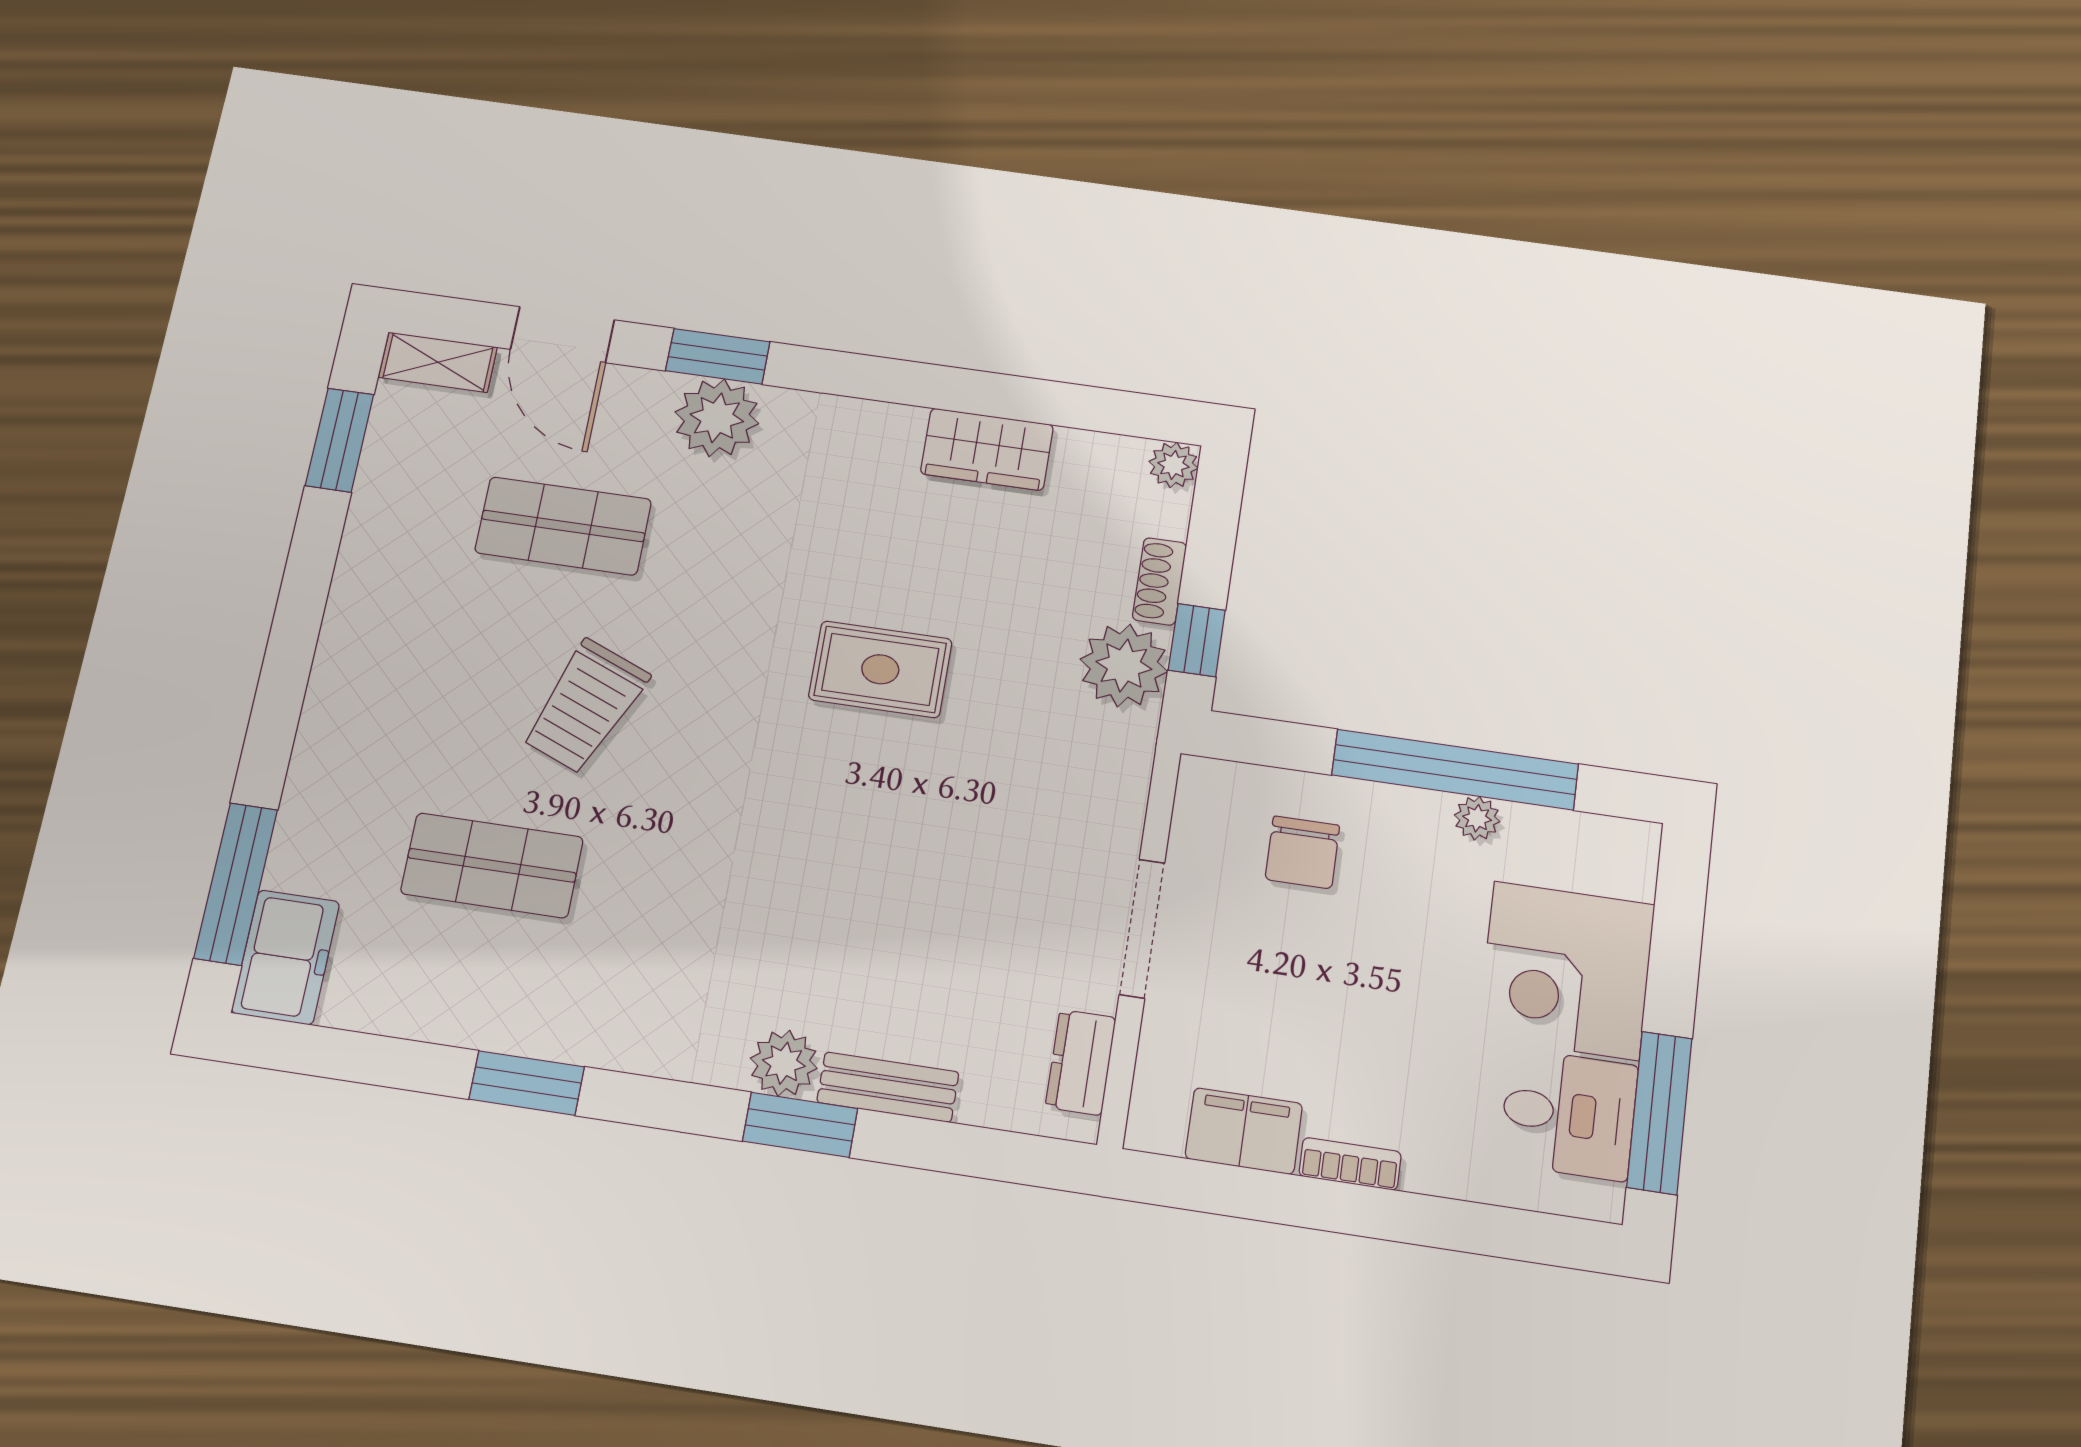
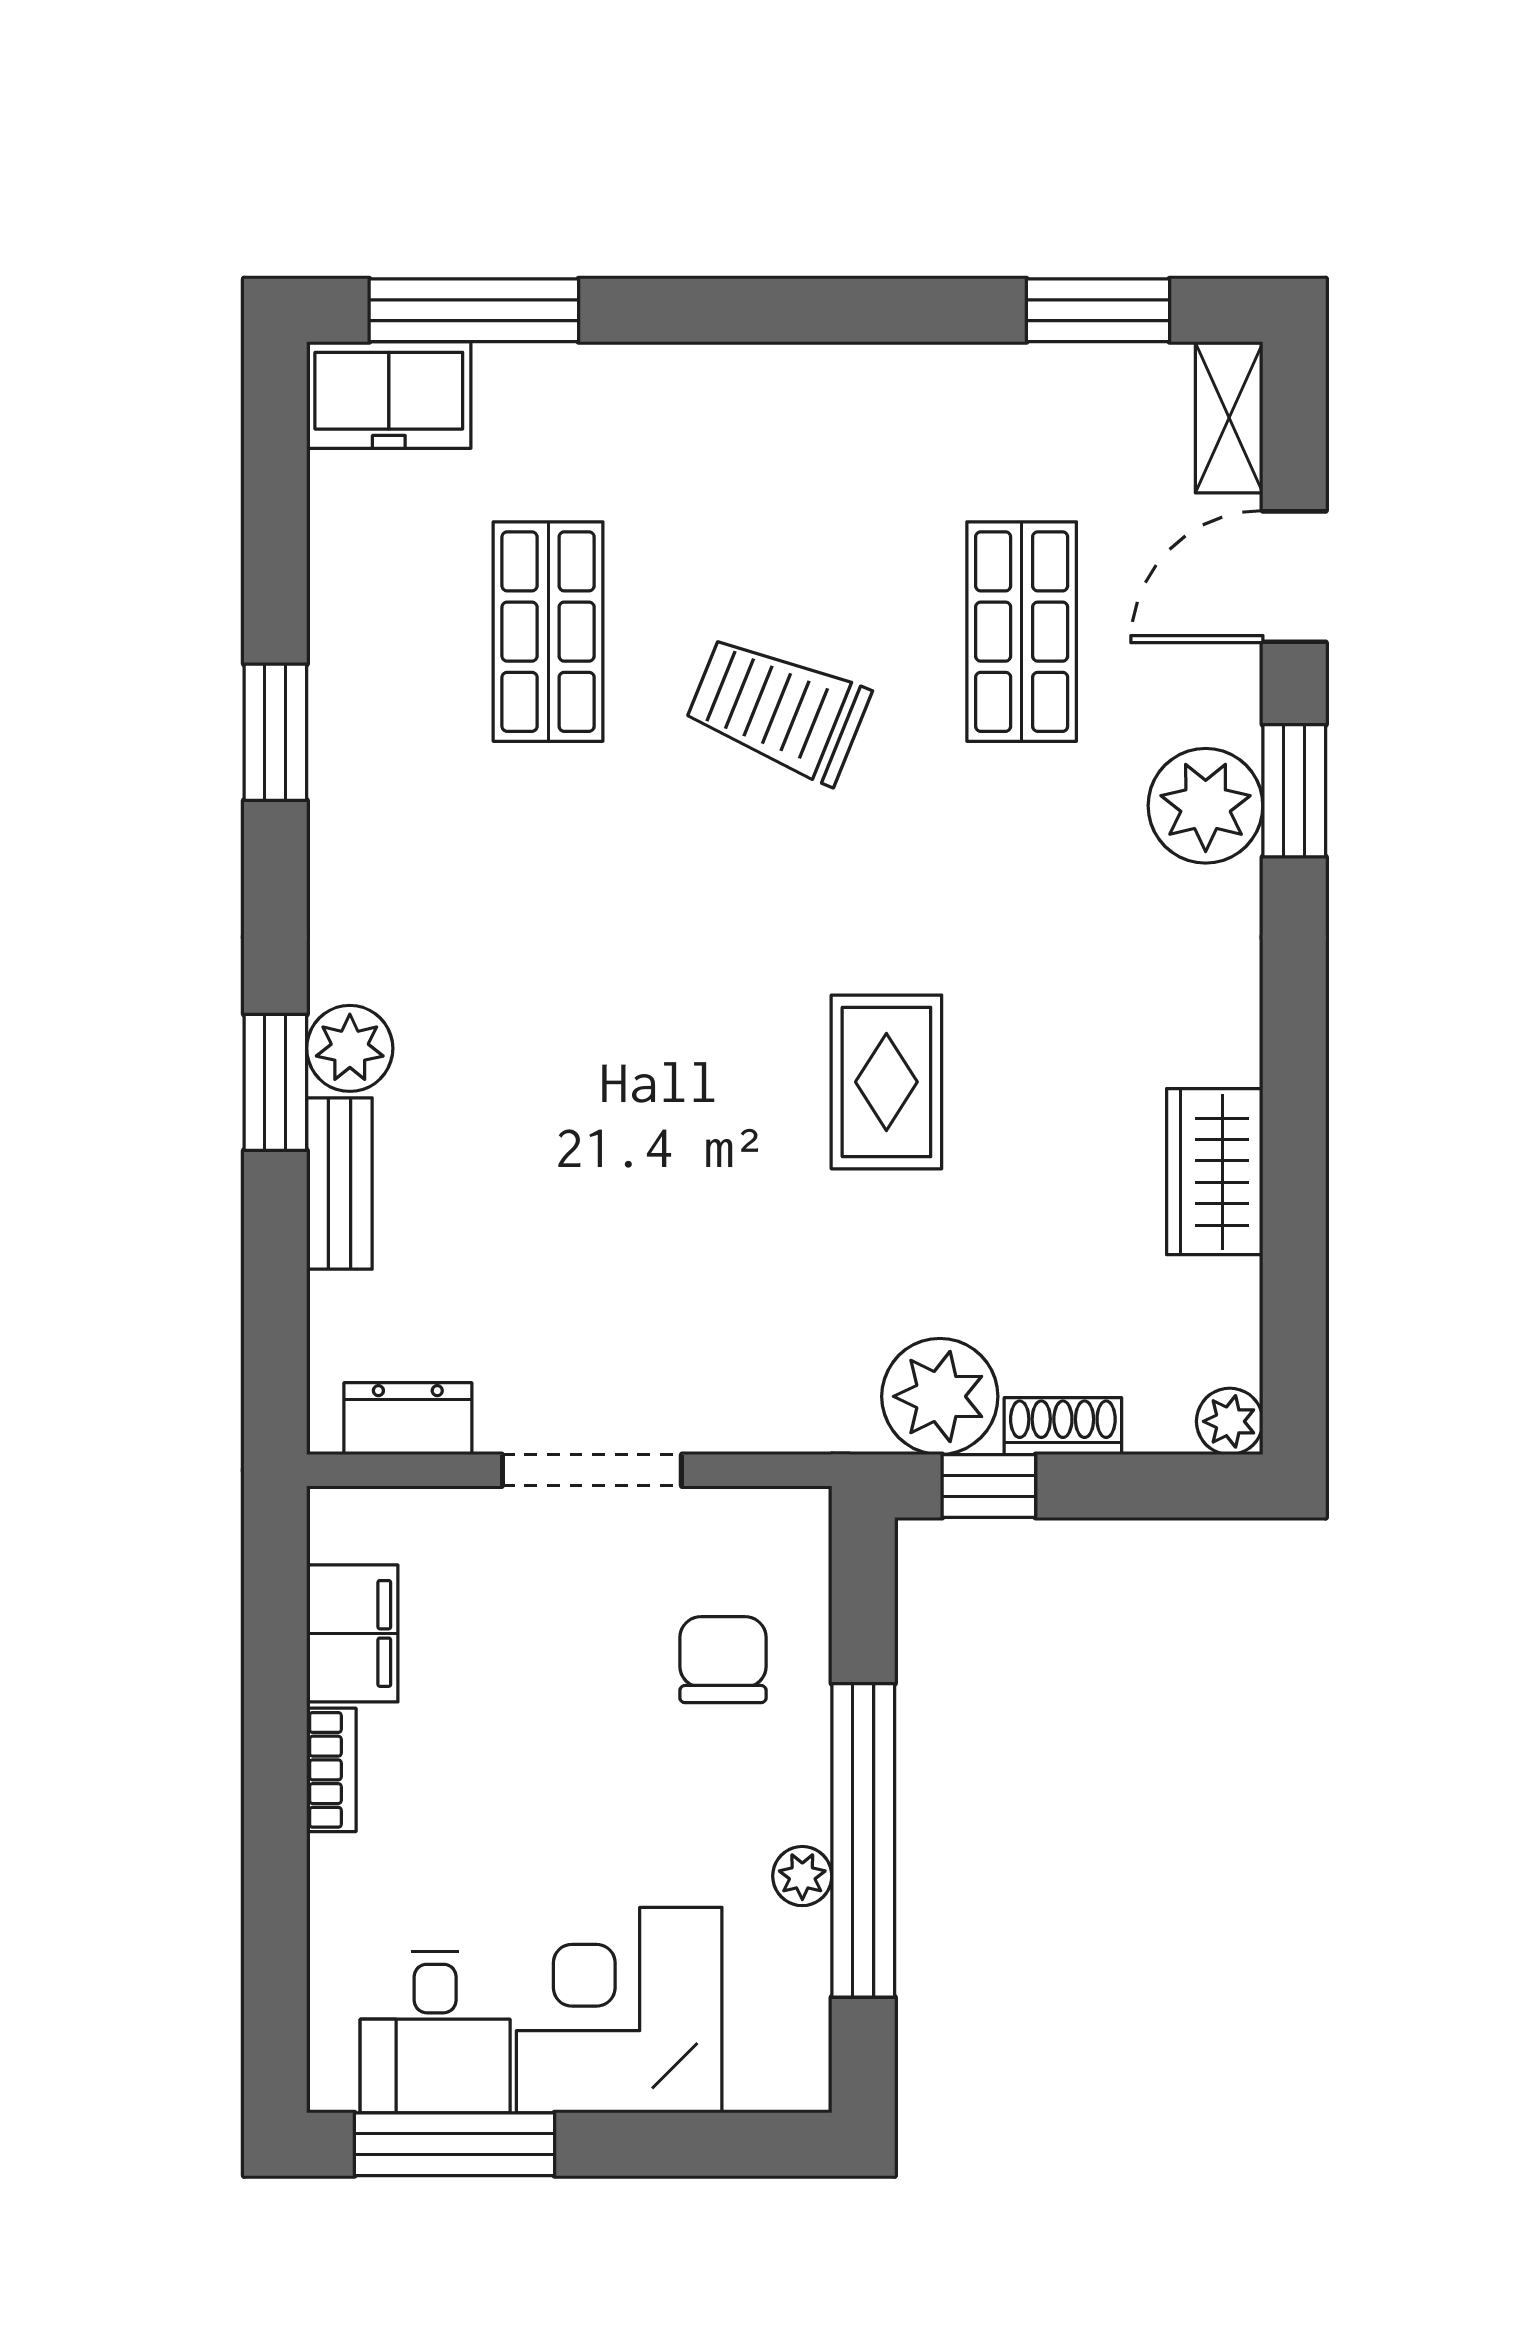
chair: (1302, 852) -> (723, 1660), turned 90

